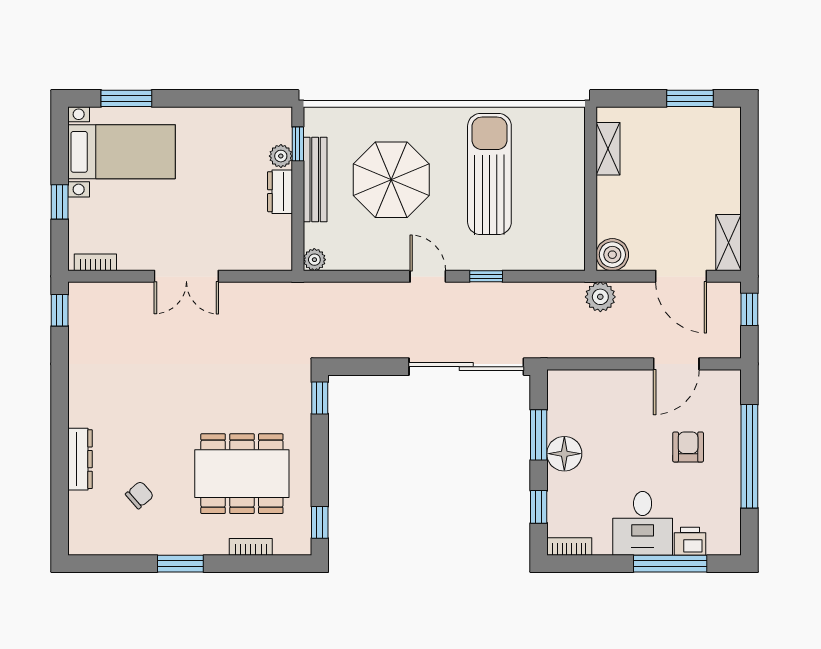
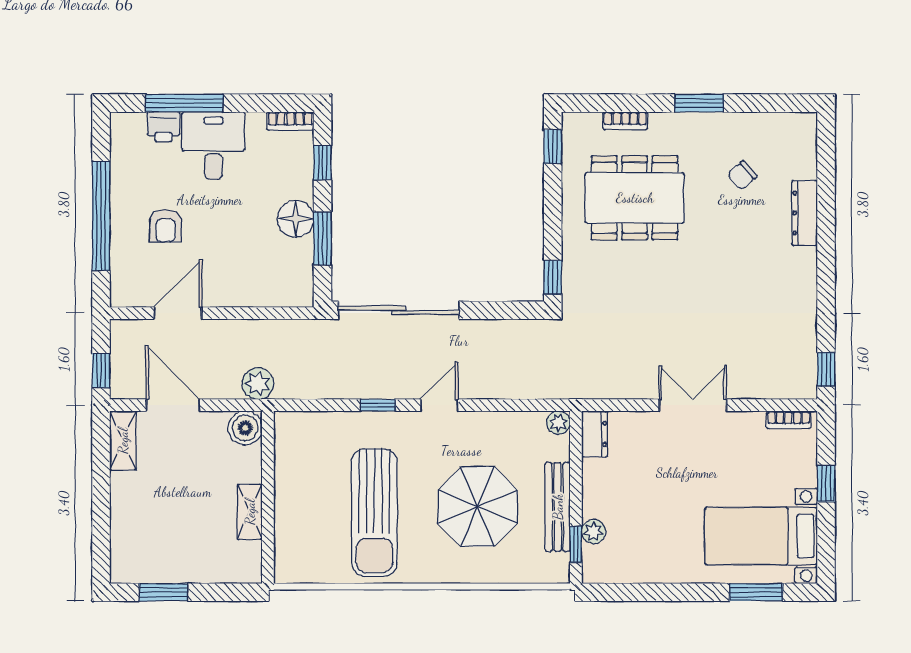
shelving: (608, 149) -> (250, 512), moved
dresser: (280, 192) -> (594, 434), moved
door: (428, 276) -> (439, 405), swing flipped

